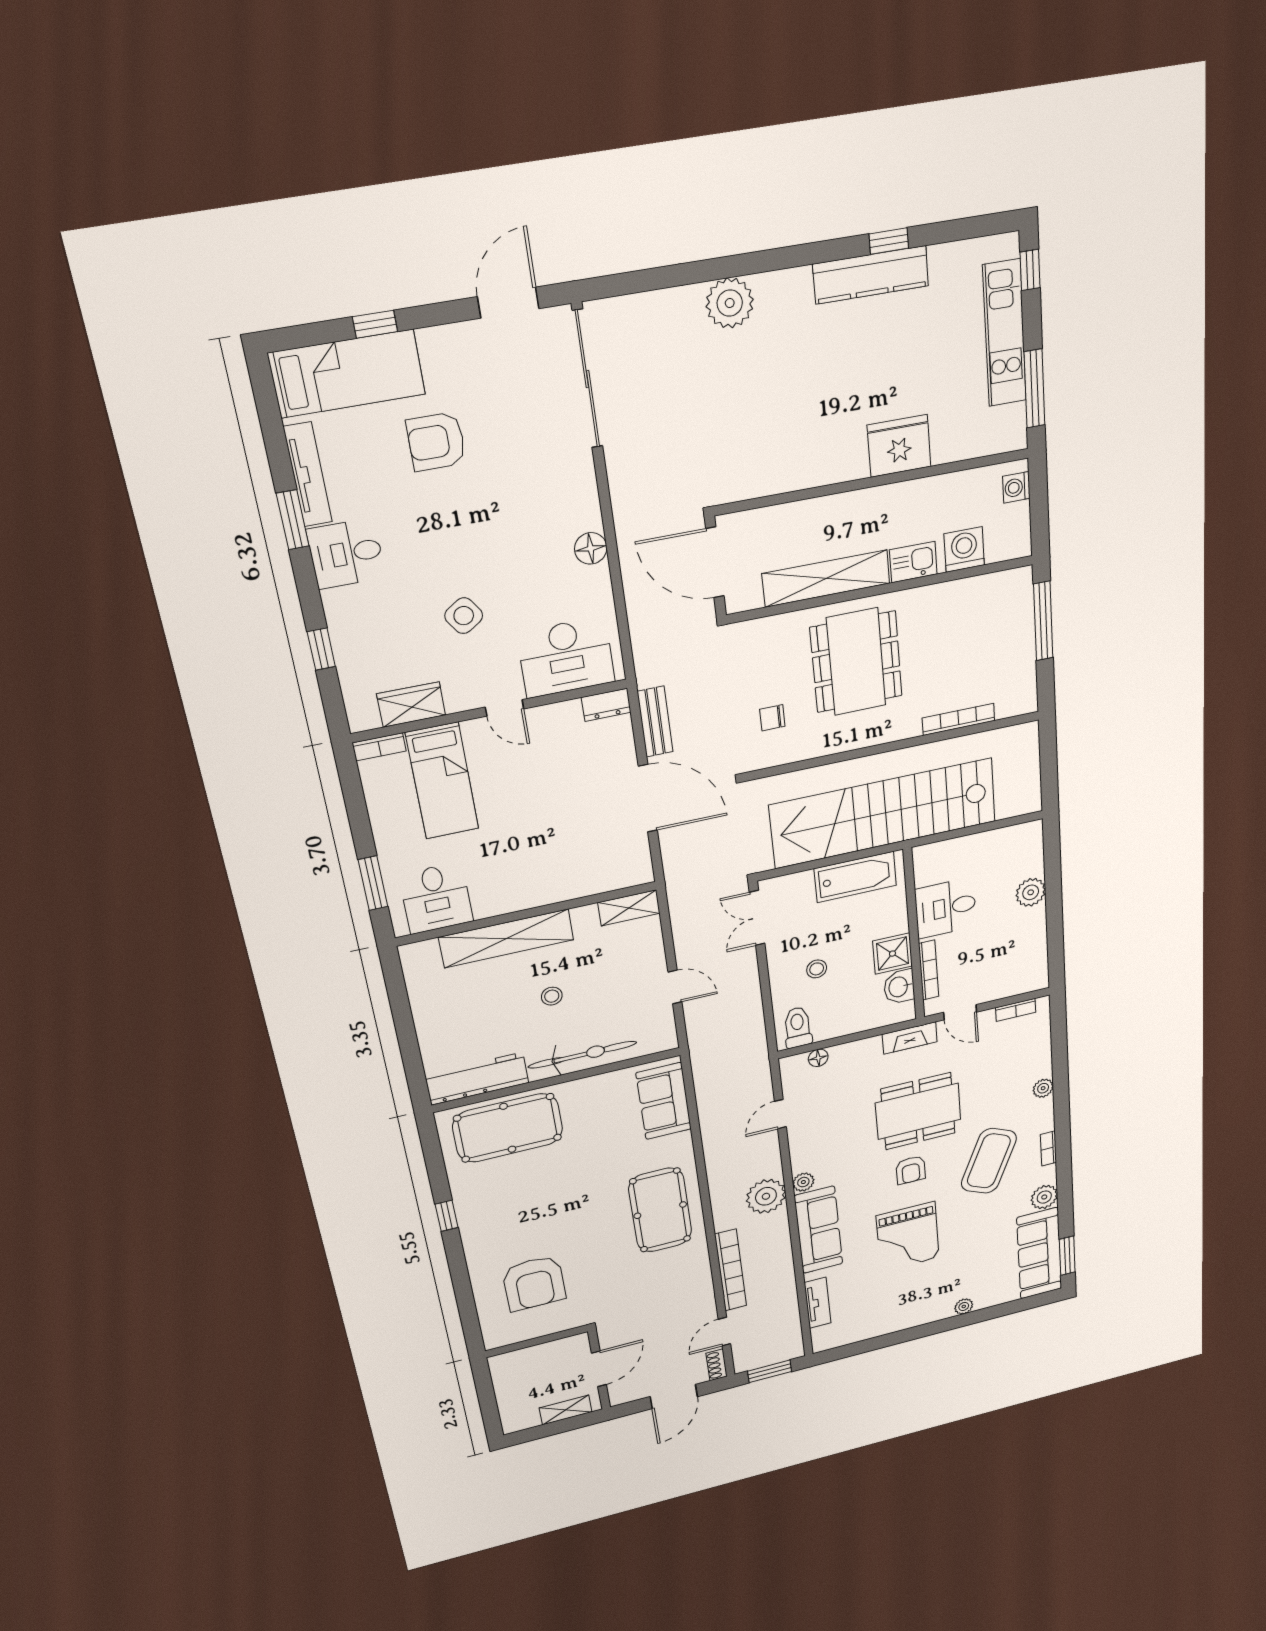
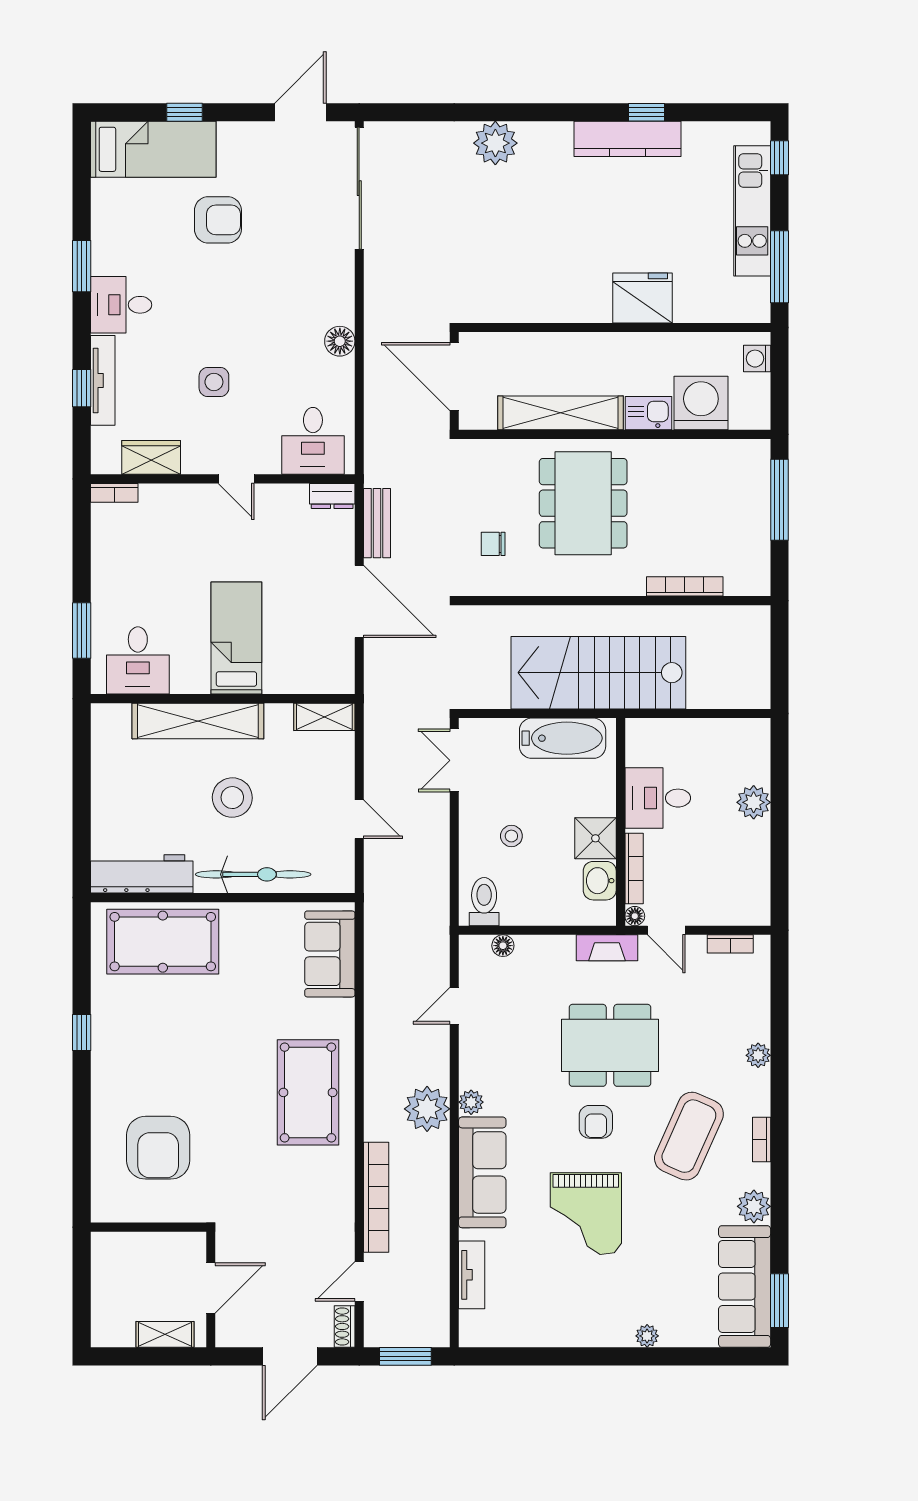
armchair: (436, 442) -> (218, 220), turned 180
tv unit: (308, 475) -> (103, 380), moved
washing machine: (964, 549) -> (701, 403), width x1.37, depth x1.37
side table: (464, 616) -> (214, 382), turned 34
desk: (566, 657) -> (313, 441), width x0.73
bed: (442, 781) -> (236, 638), moved, turned 180
stairs: (884, 813) -> (598, 673), width x0.73
stool: (552, 996) -> (232, 798), width x1.89, depth x1.89
floor lamp: (932, 1008) -> (635, 916), added

